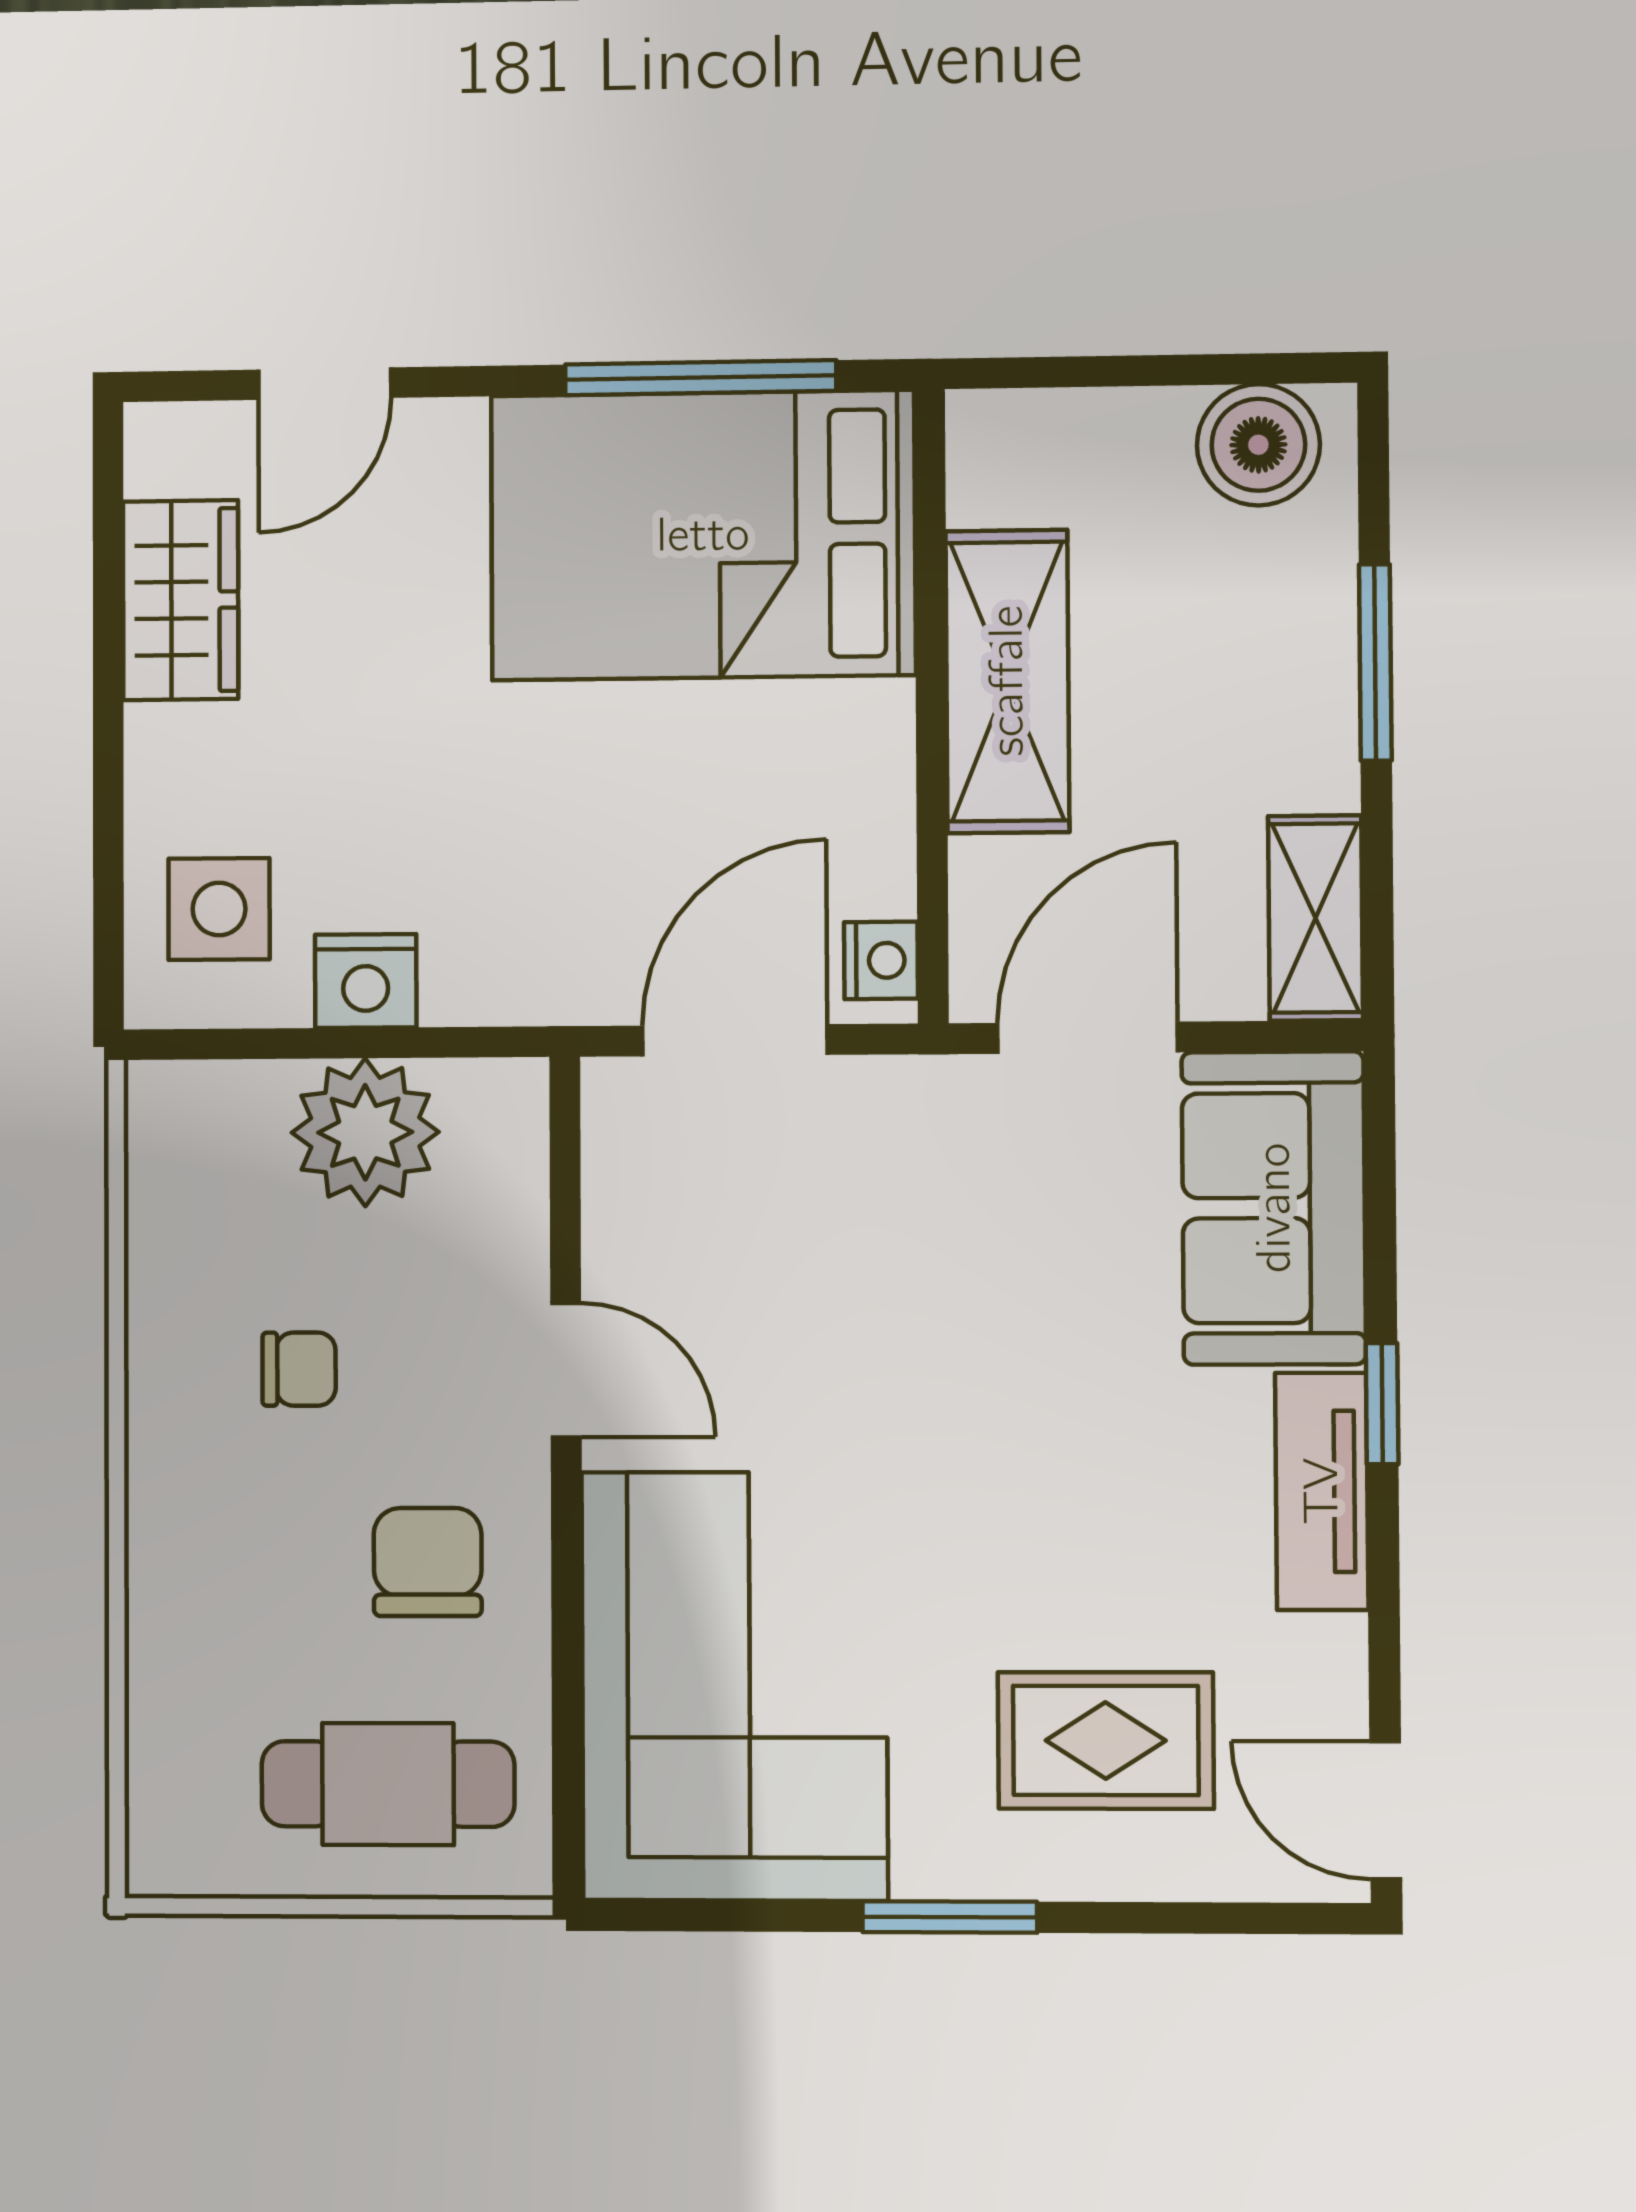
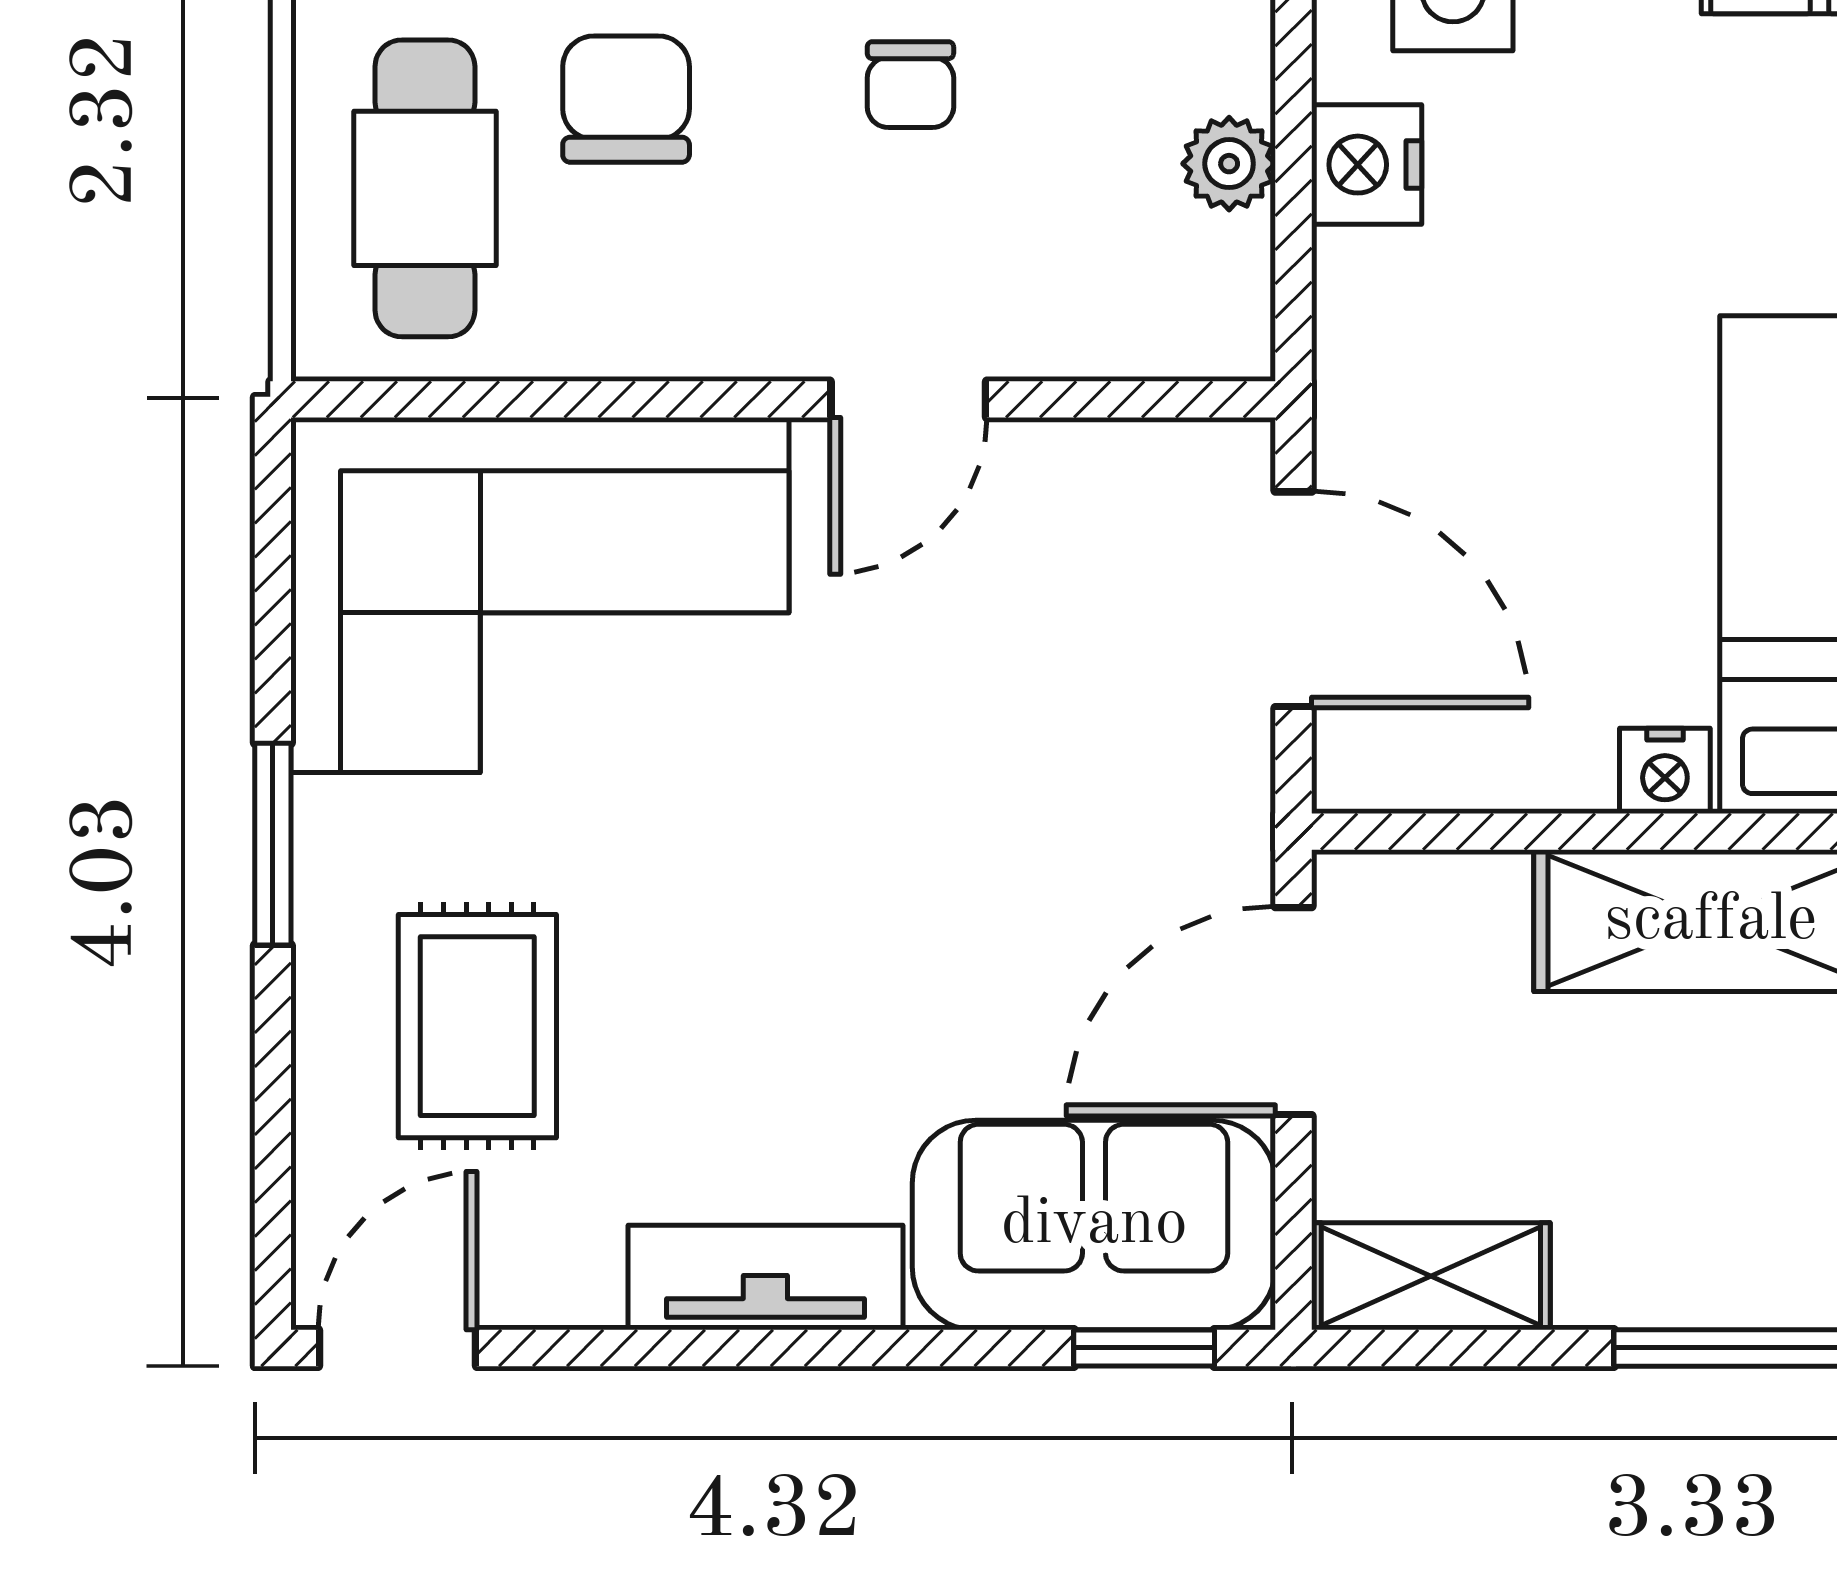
nightstand: (881, 960) -> (1665, 771), moved
door: (1088, 1038) -> (1294, 1011), swing flipped
plant: (365, 1132) -> (1229, 164), width x0.53, depth x0.53
window: (1382, 1404) -> (1144, 1348), moved
chair: (428, 1562) -> (626, 99), moved, turned -90

